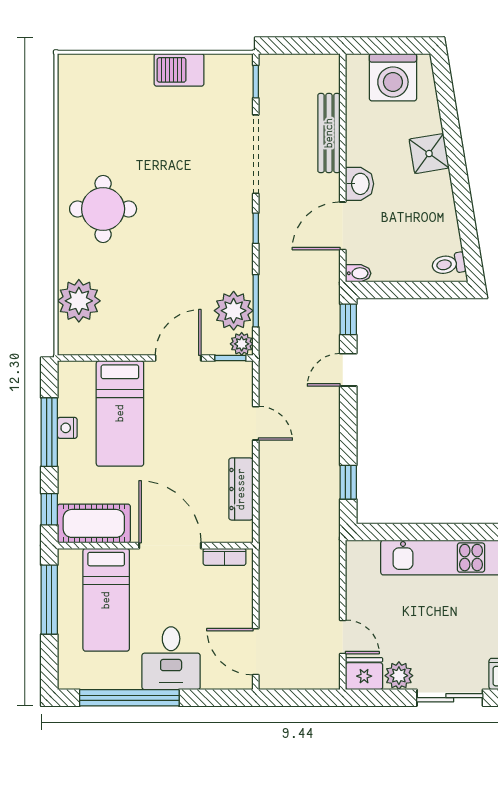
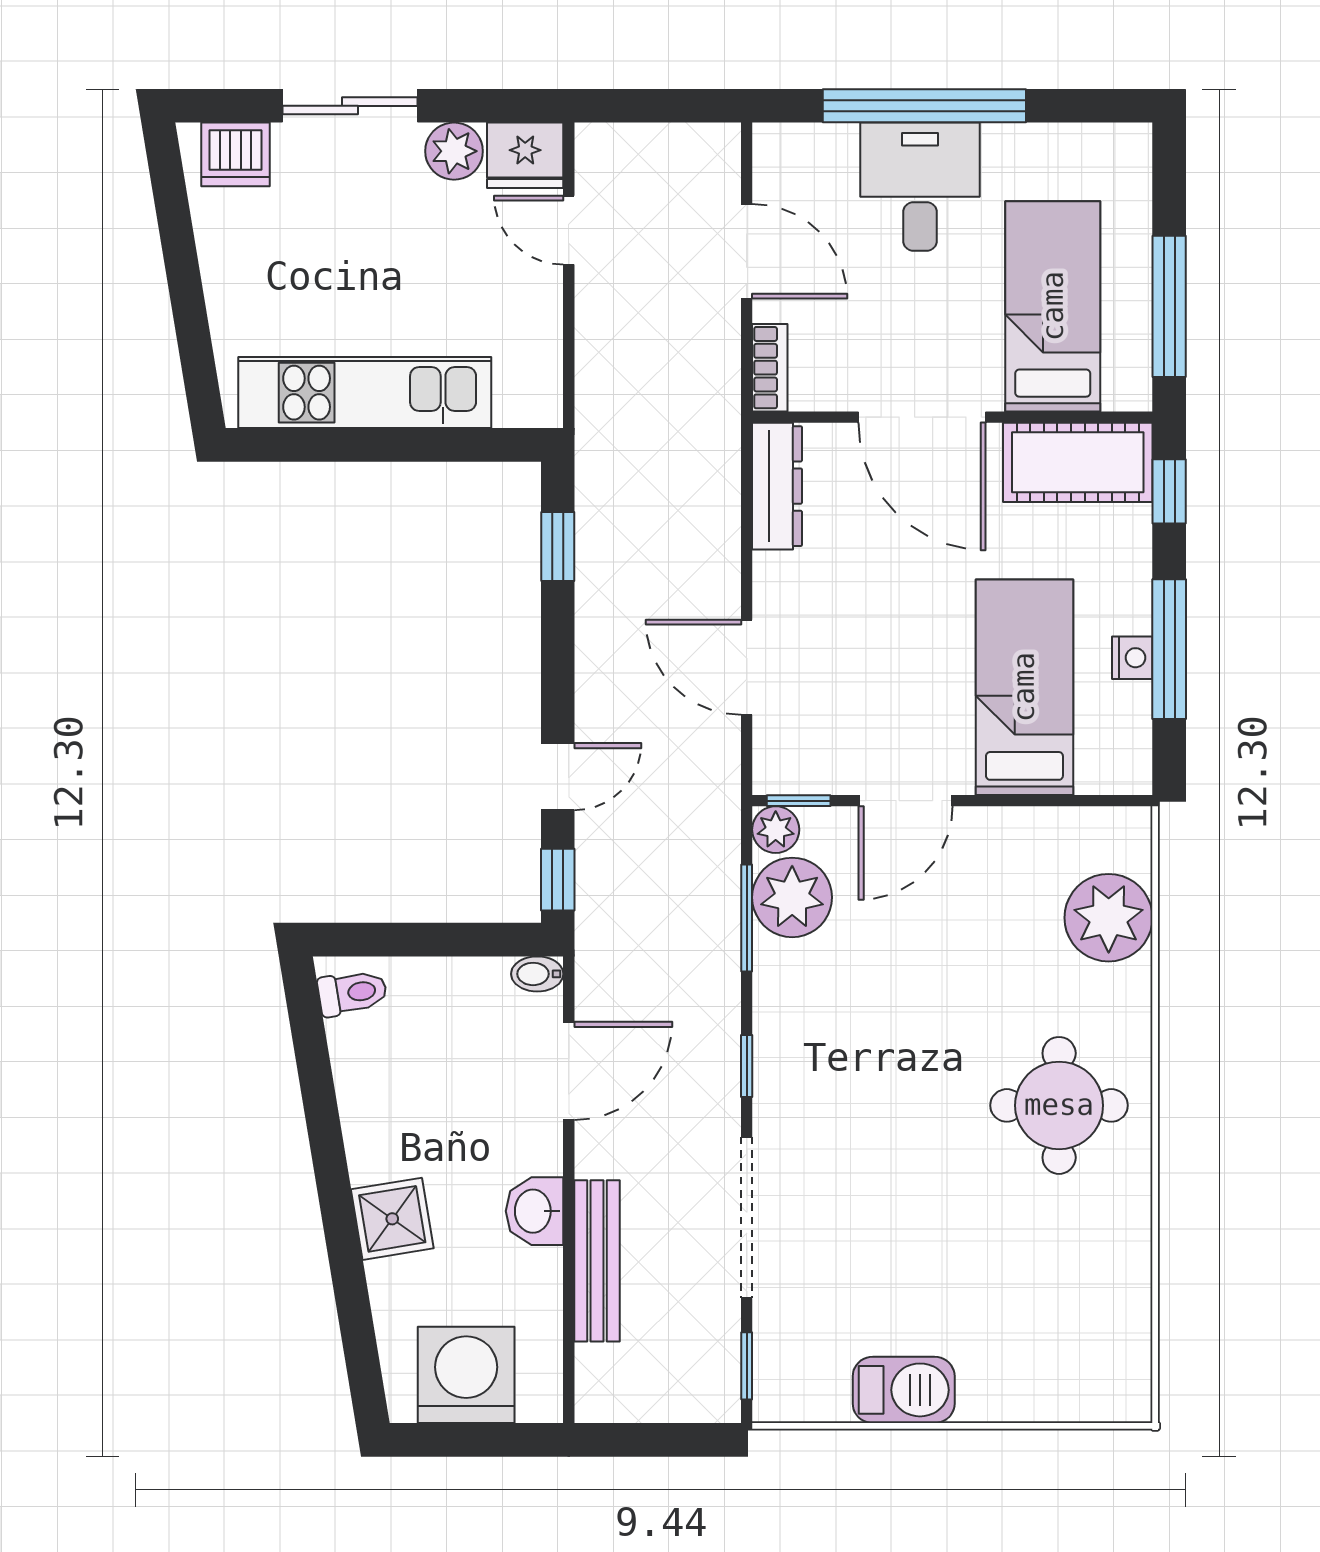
washbasin: (359, 184) -> (535, 1211), moved
door: (256, 423) -> (747, 667), width x1.38
dresser: (241, 489) -> (777, 486), moved
bookcase: (225, 557) -> (770, 368), moved, turned 90
door: (256, 652) -> (747, 251), moved
window: (129, 698) -> (924, 106), moved

